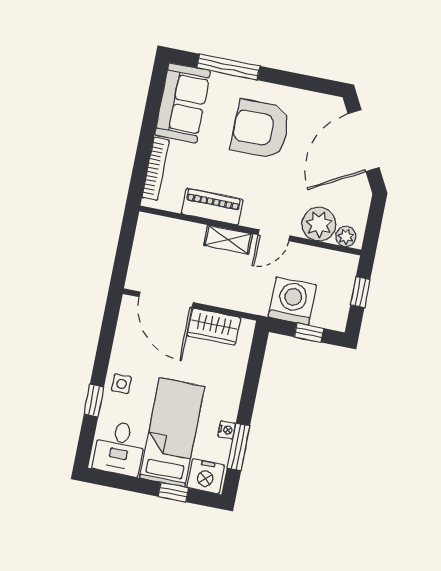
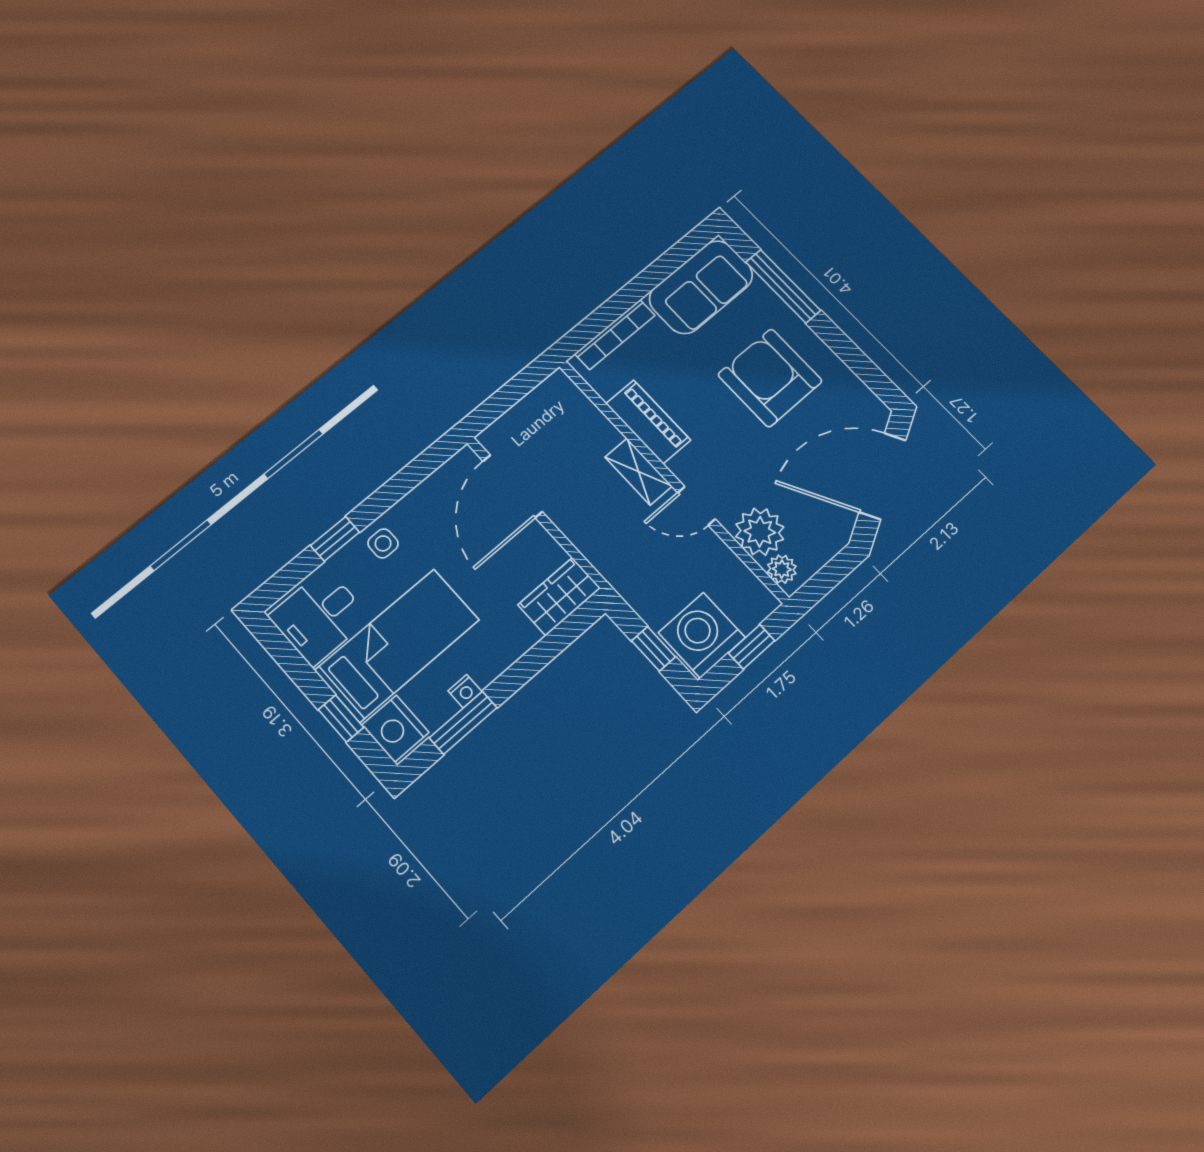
washing machine: (292, 301) -> (702, 635), moved, turned -90
wardrobe: (214, 327) -> (559, 597), moved, turned 90

